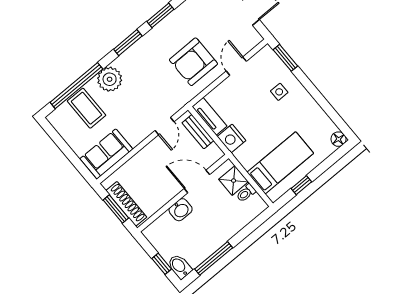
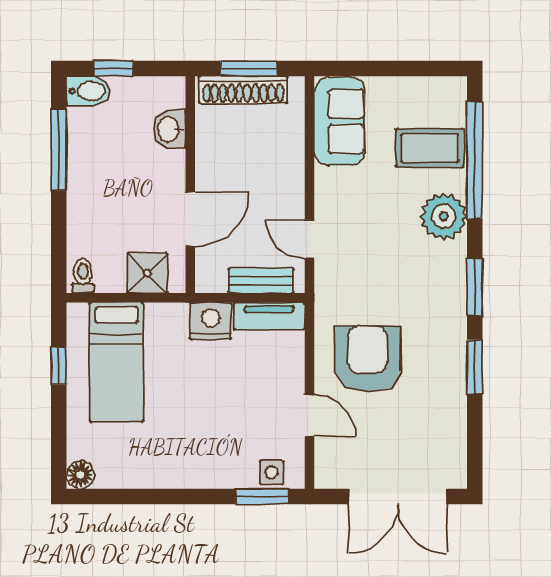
side table: (279, 92) -> (272, 472), moved
toilet: (246, 193) -> (83, 276), moved
washbasin: (181, 210) -> (169, 129), moved

